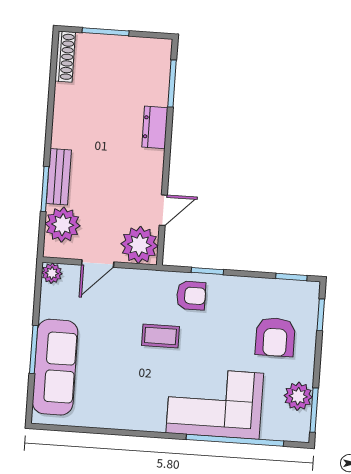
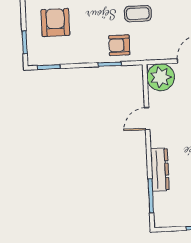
dresser: (155, 127) -> (160, 169), width x1.44
door: (163, 210) -> (147, 119), moved

